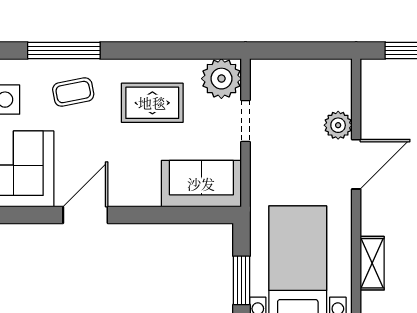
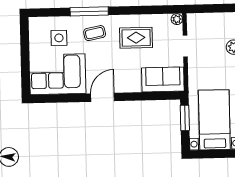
plant: (221, 79) -> (177, 19), width x0.53, depth x0.53
window: (241, 280) -> (185, 118), moved

